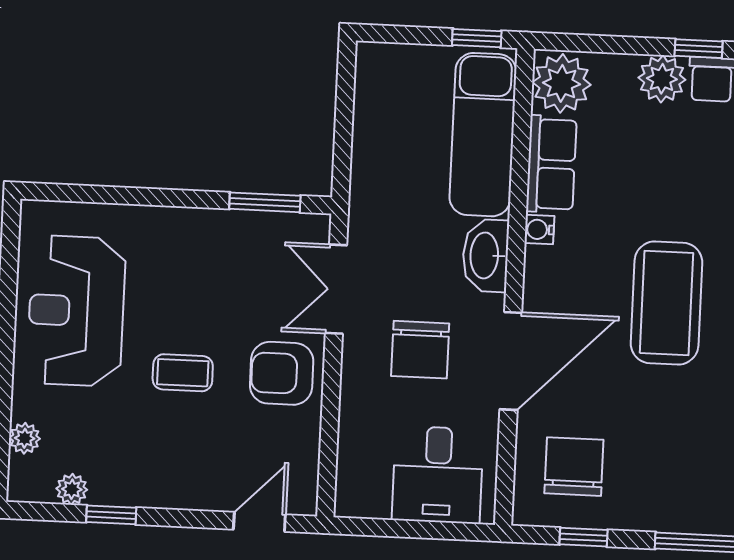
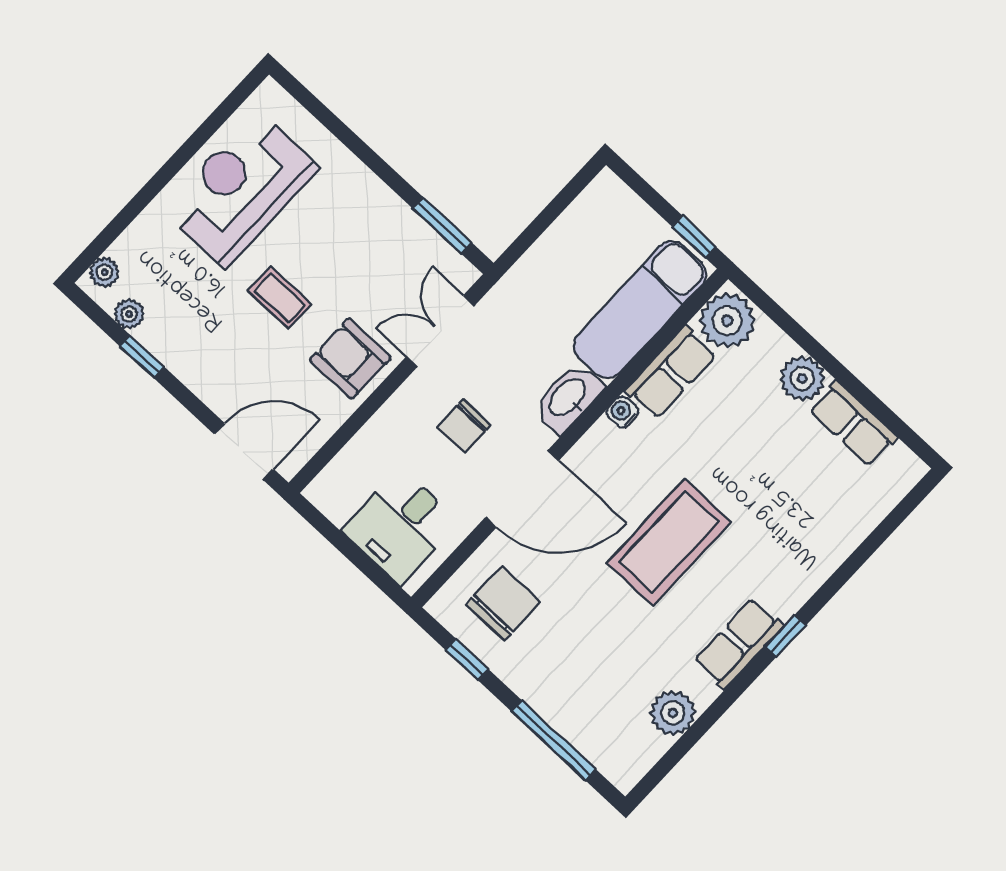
window: (699, 49) -> (847, 379), removed
chair: (420, 350) -> (464, 426), width x0.73, depth x0.73
plant: (25, 438) -> (104, 272), moved
door: (259, 522) -> (244, 452), width x1.38

